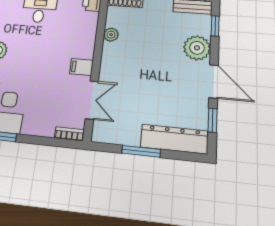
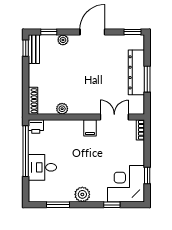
plant: (197, 48) -> (63, 40), width x0.53, depth x0.53
window: (213, 120) -> (133, 32), moved
dresser: (174, 139) -> (136, 72), moved

